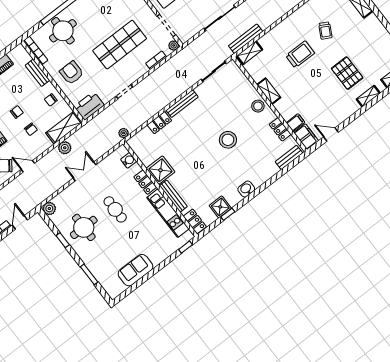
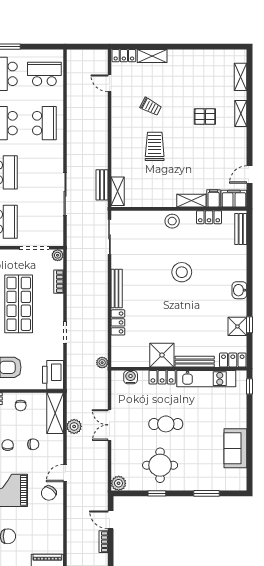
bench: (246, 39) -> (102, 185), width x0.73
pallet: (347, 73) -> (205, 117), width x0.67, depth x0.71
shelving: (269, 91) -> (191, 201), moved

